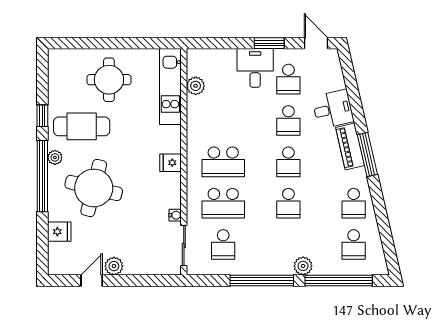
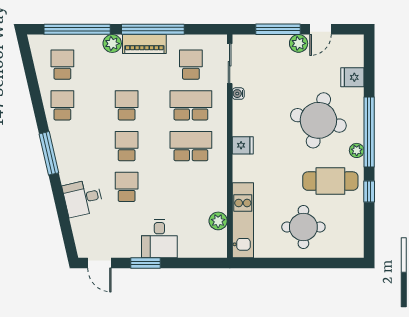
school desk: (288, 79) -> (127, 228), removed
piano: (350, 147) -> (144, 44), moved, turned 103
window: (135, 280) -> (278, 29), added

